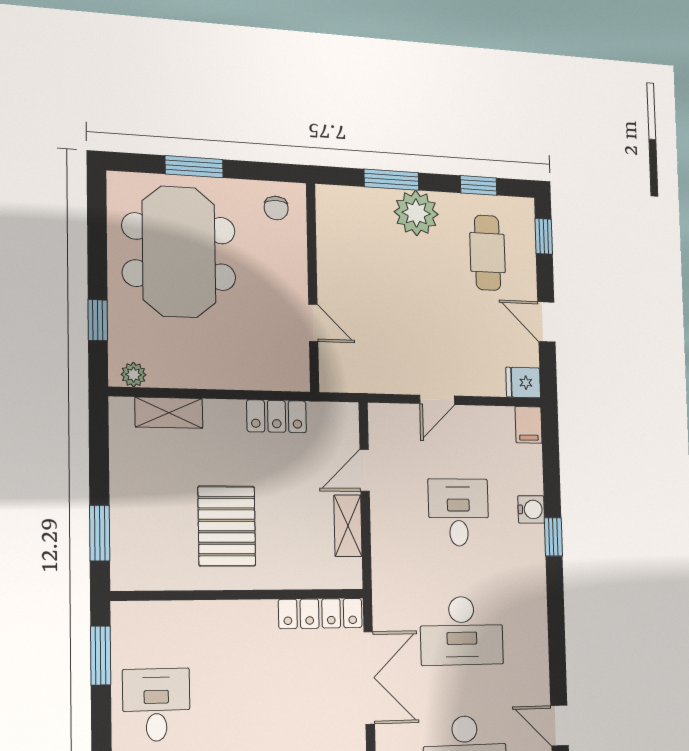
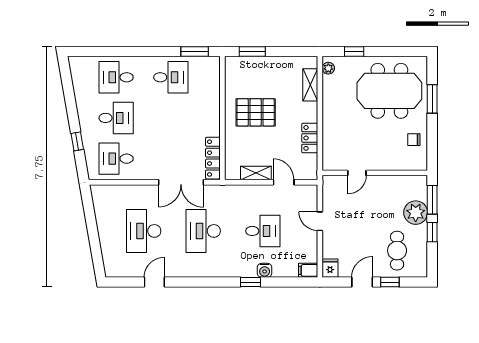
window: (479, 185) -> (432, 232), moved
window: (544, 236) -> (390, 282), moved
cafe table: (487, 253) -> (397, 251), turned 90
wall: (313, 287) -> (375, 173), moved
door: (313, 323) -> (357, 173), moved

